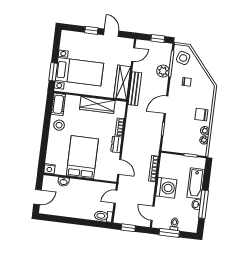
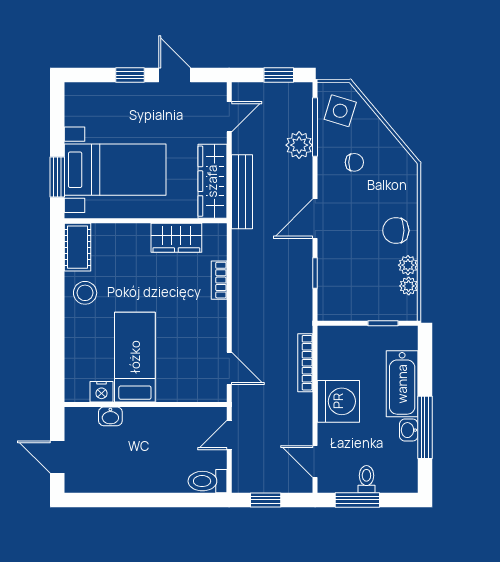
wardrobe: (97, 105) -> (176, 238), width x0.67
dresser: (116, 144) -> (217, 319), removed
bed: (82, 157) -> (135, 357), width x0.67
nightstand: (49, 169) -> (101, 392), moved
door: (38, 197) -> (57, 457), swing flipped

